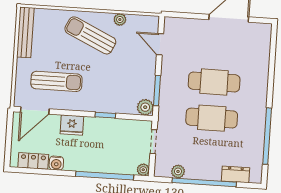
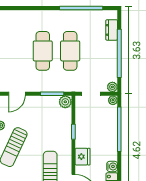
plant: (178, 171) -> (112, 87), moved

